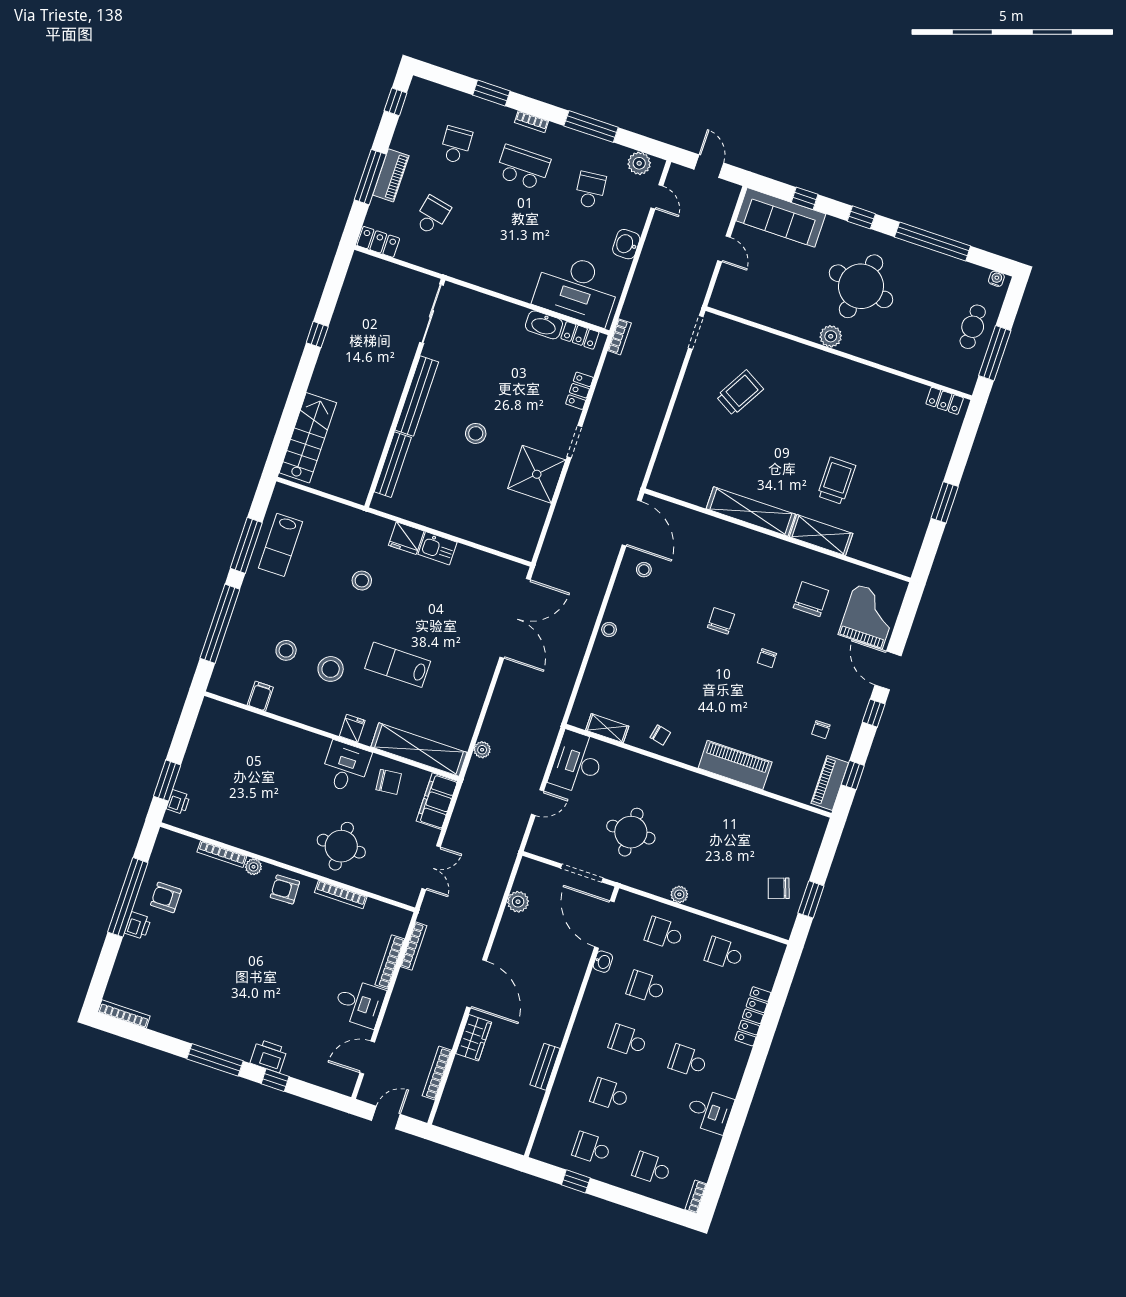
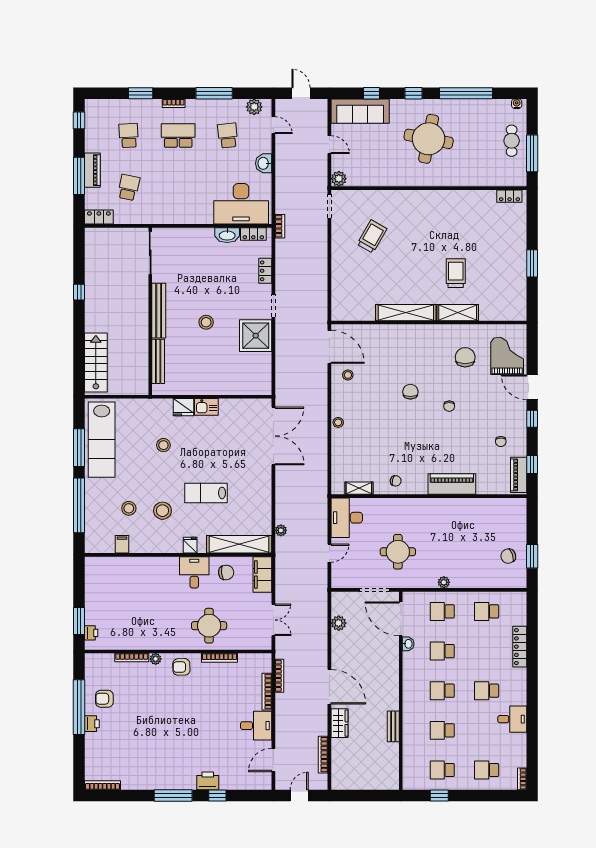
plant: (831, 336) -> (339, 179), moved
lab bench: (281, 545) -> (102, 440), width x1.86, depth x1.39

